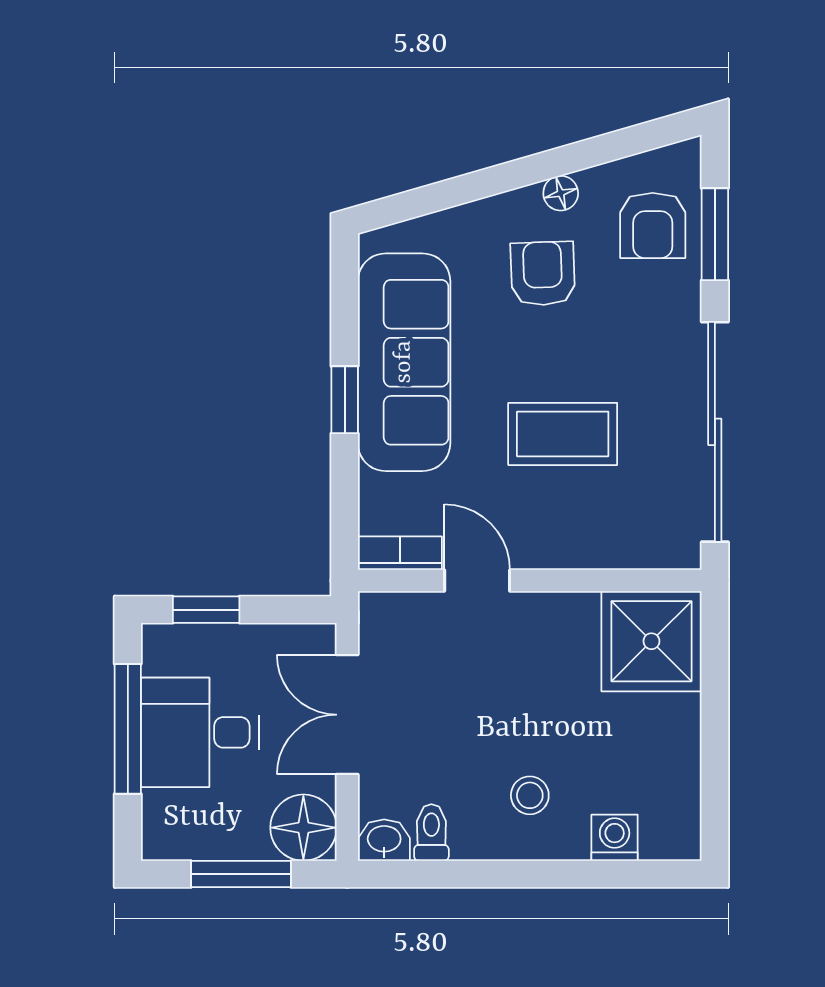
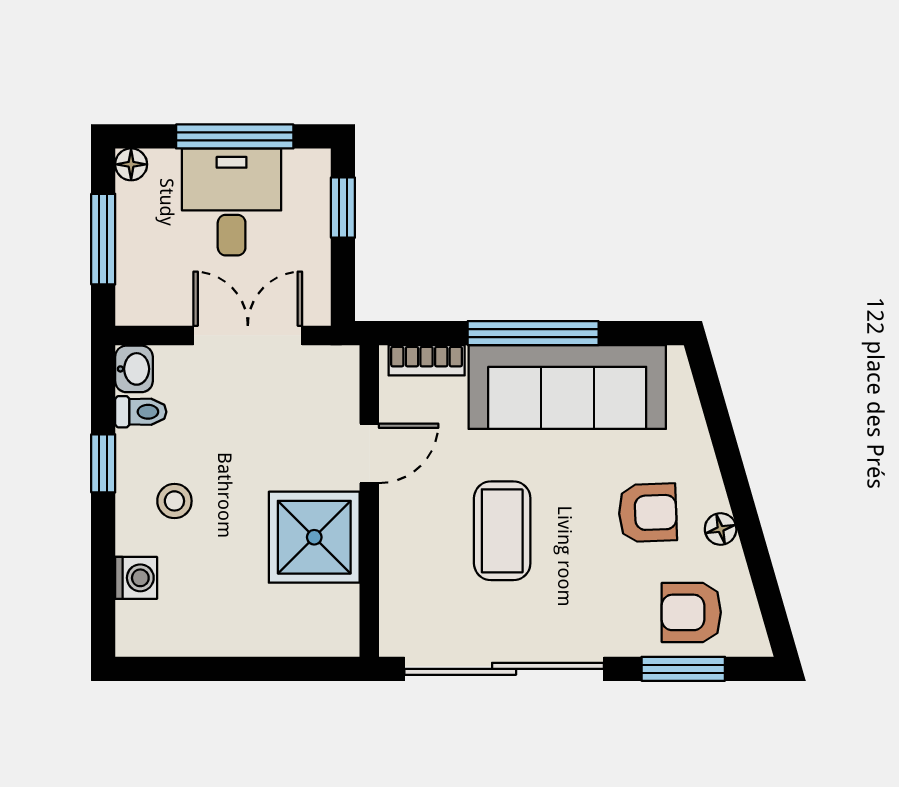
window: (345, 400) -> (533, 333), width x2.17
bookcase: (400, 553) -> (427, 360), moved, turned 90
shower: (651, 641) -> (314, 537), moved
floor lamp: (303, 828) -> (131, 164), moved, width x0.53, depth x0.53
window: (488, 874) -> (103, 463), added

